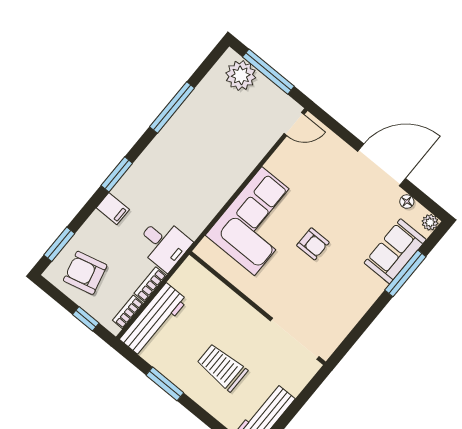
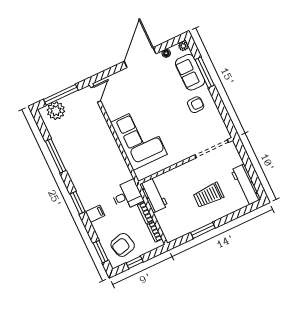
armchair: (313, 244) -> (196, 105), moved
window: (86, 319) -> (135, 262), moved
workbench: (154, 320) -> (154, 195), moved, width x0.73

